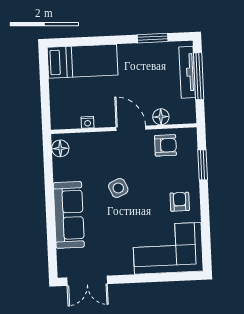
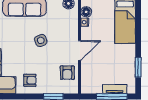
tv unit: (187, 72) -> (115, 89), width x0.71
floor lamp: (161, 117) -> (86, 12), moved

